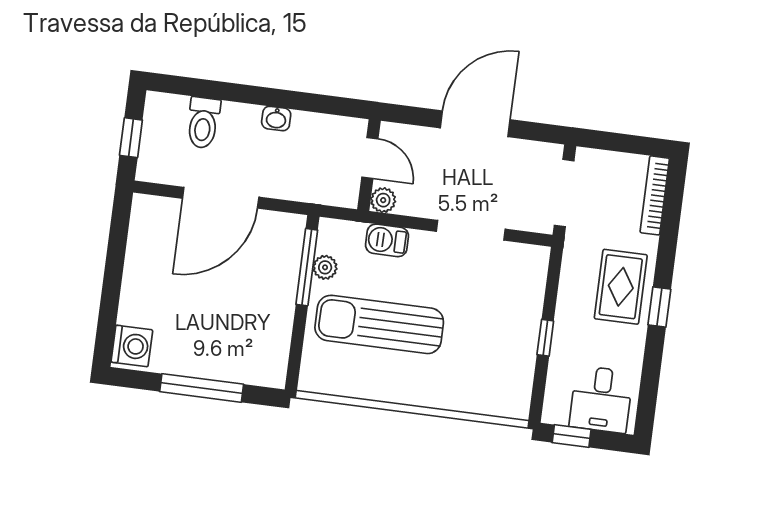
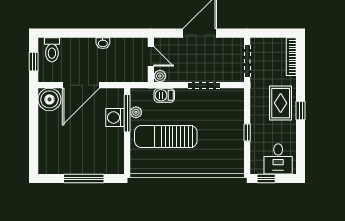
toilet: (203, 123) -> (52, 50), moved
boiler: (153, 219) -> (49, 99), added
washing machine: (132, 346) -> (115, 118), moved, turned 180

